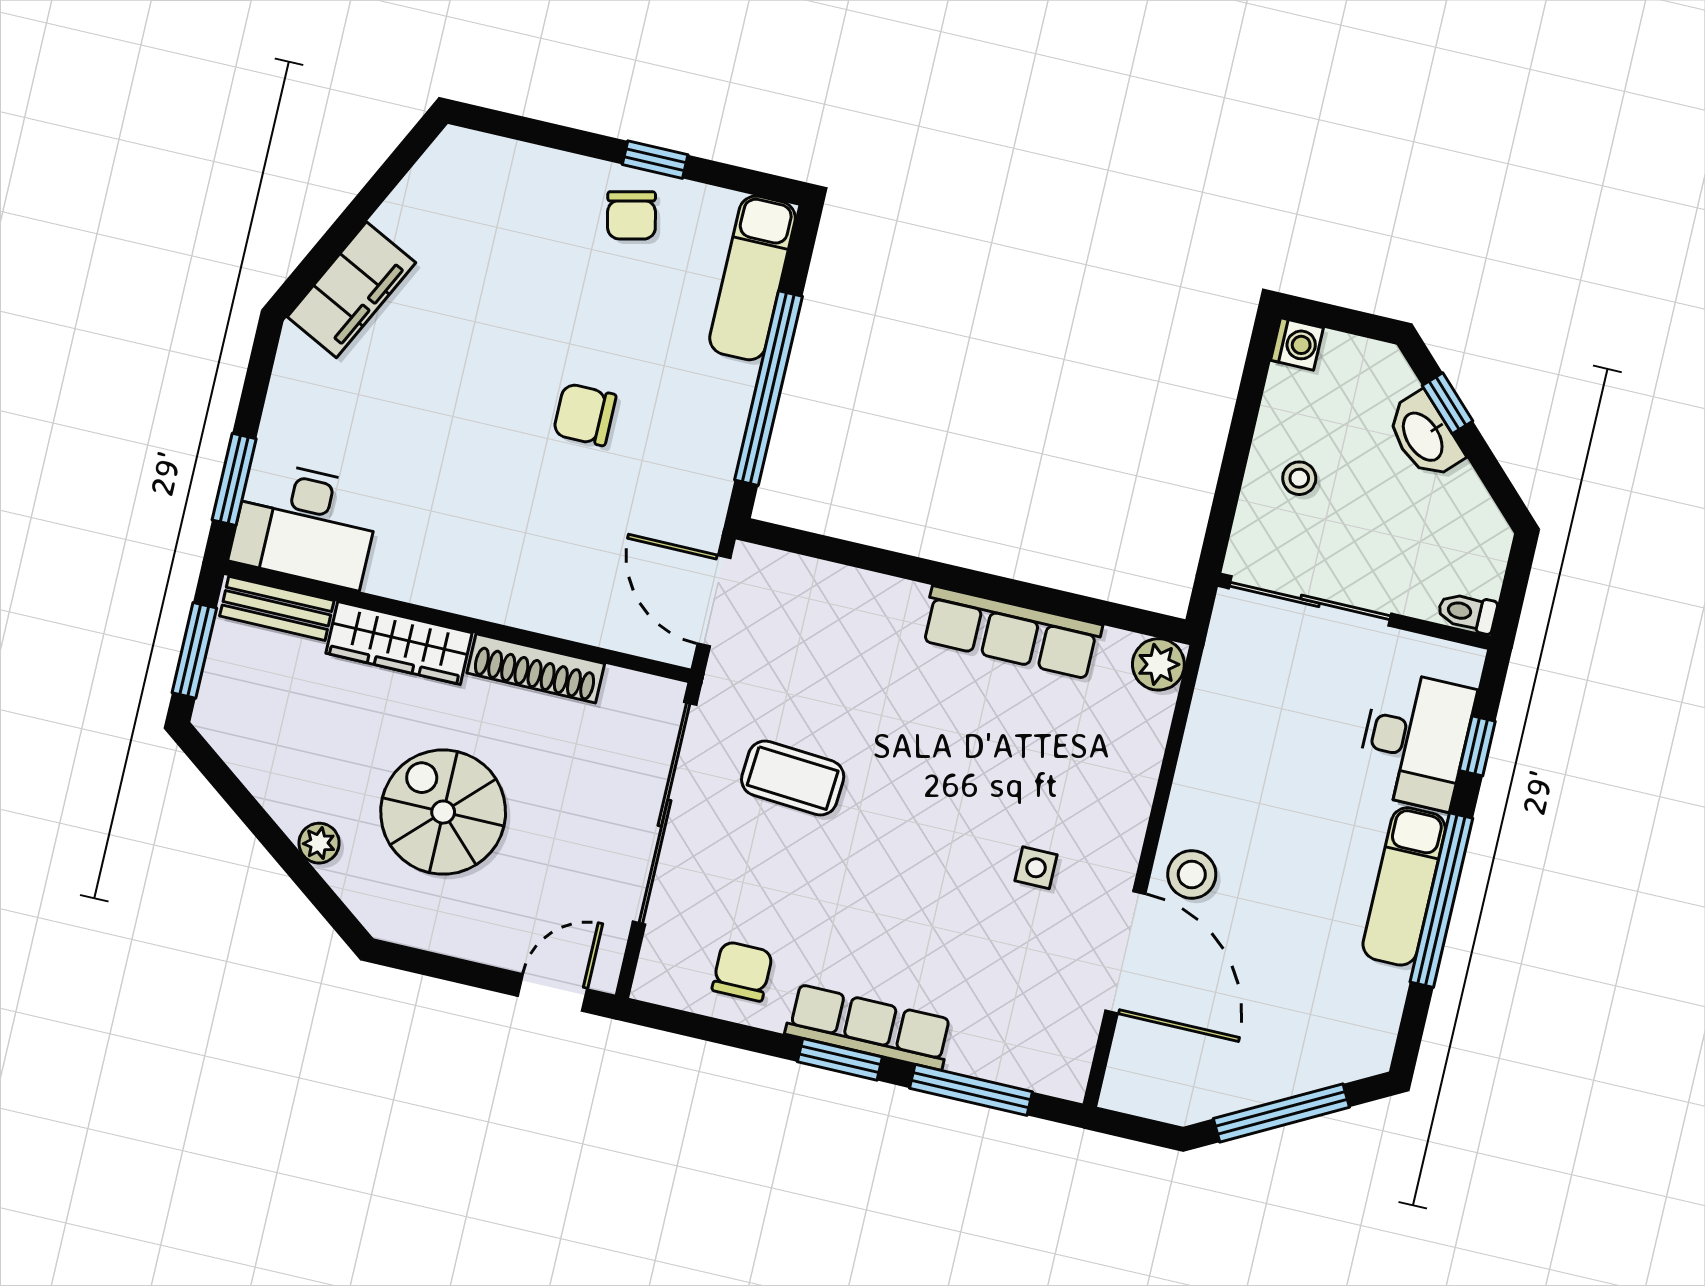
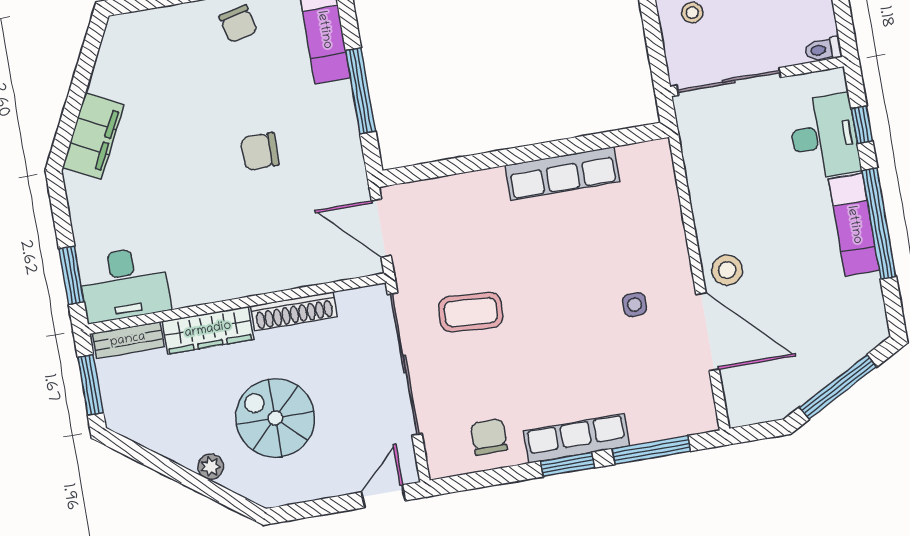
window: (768, 388) -> (361, 91), width x0.68
plant: (1158, 664) -> (656, 156), removed

